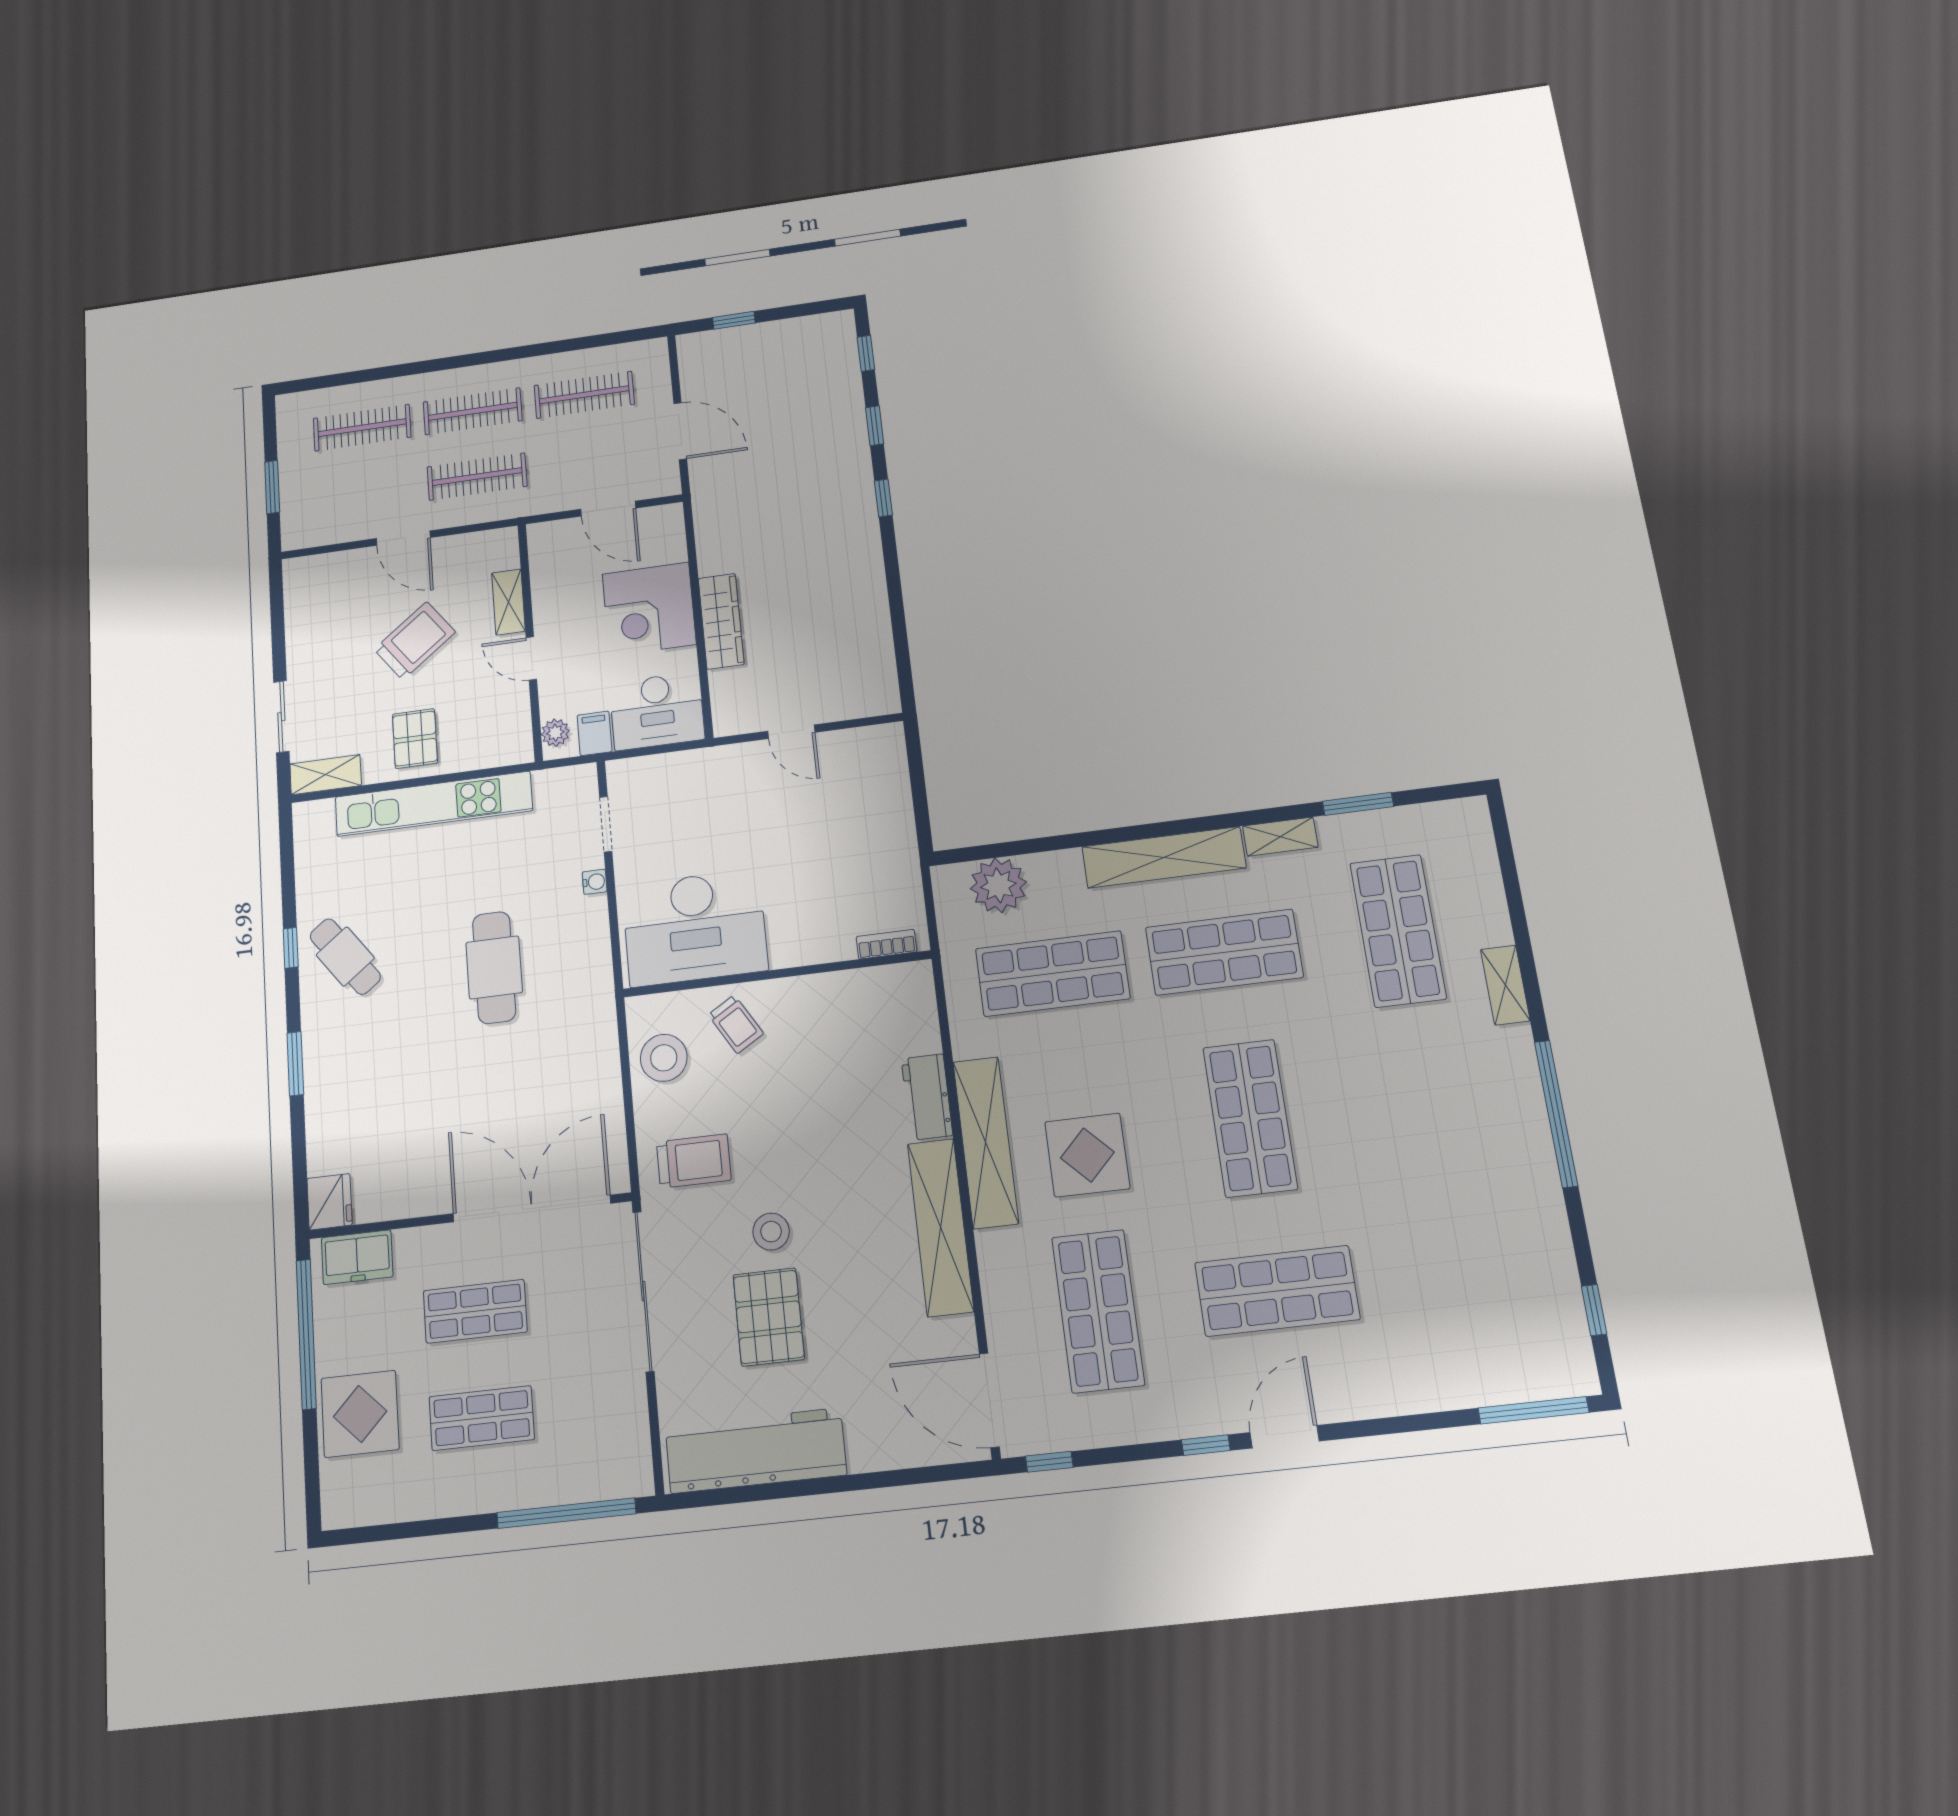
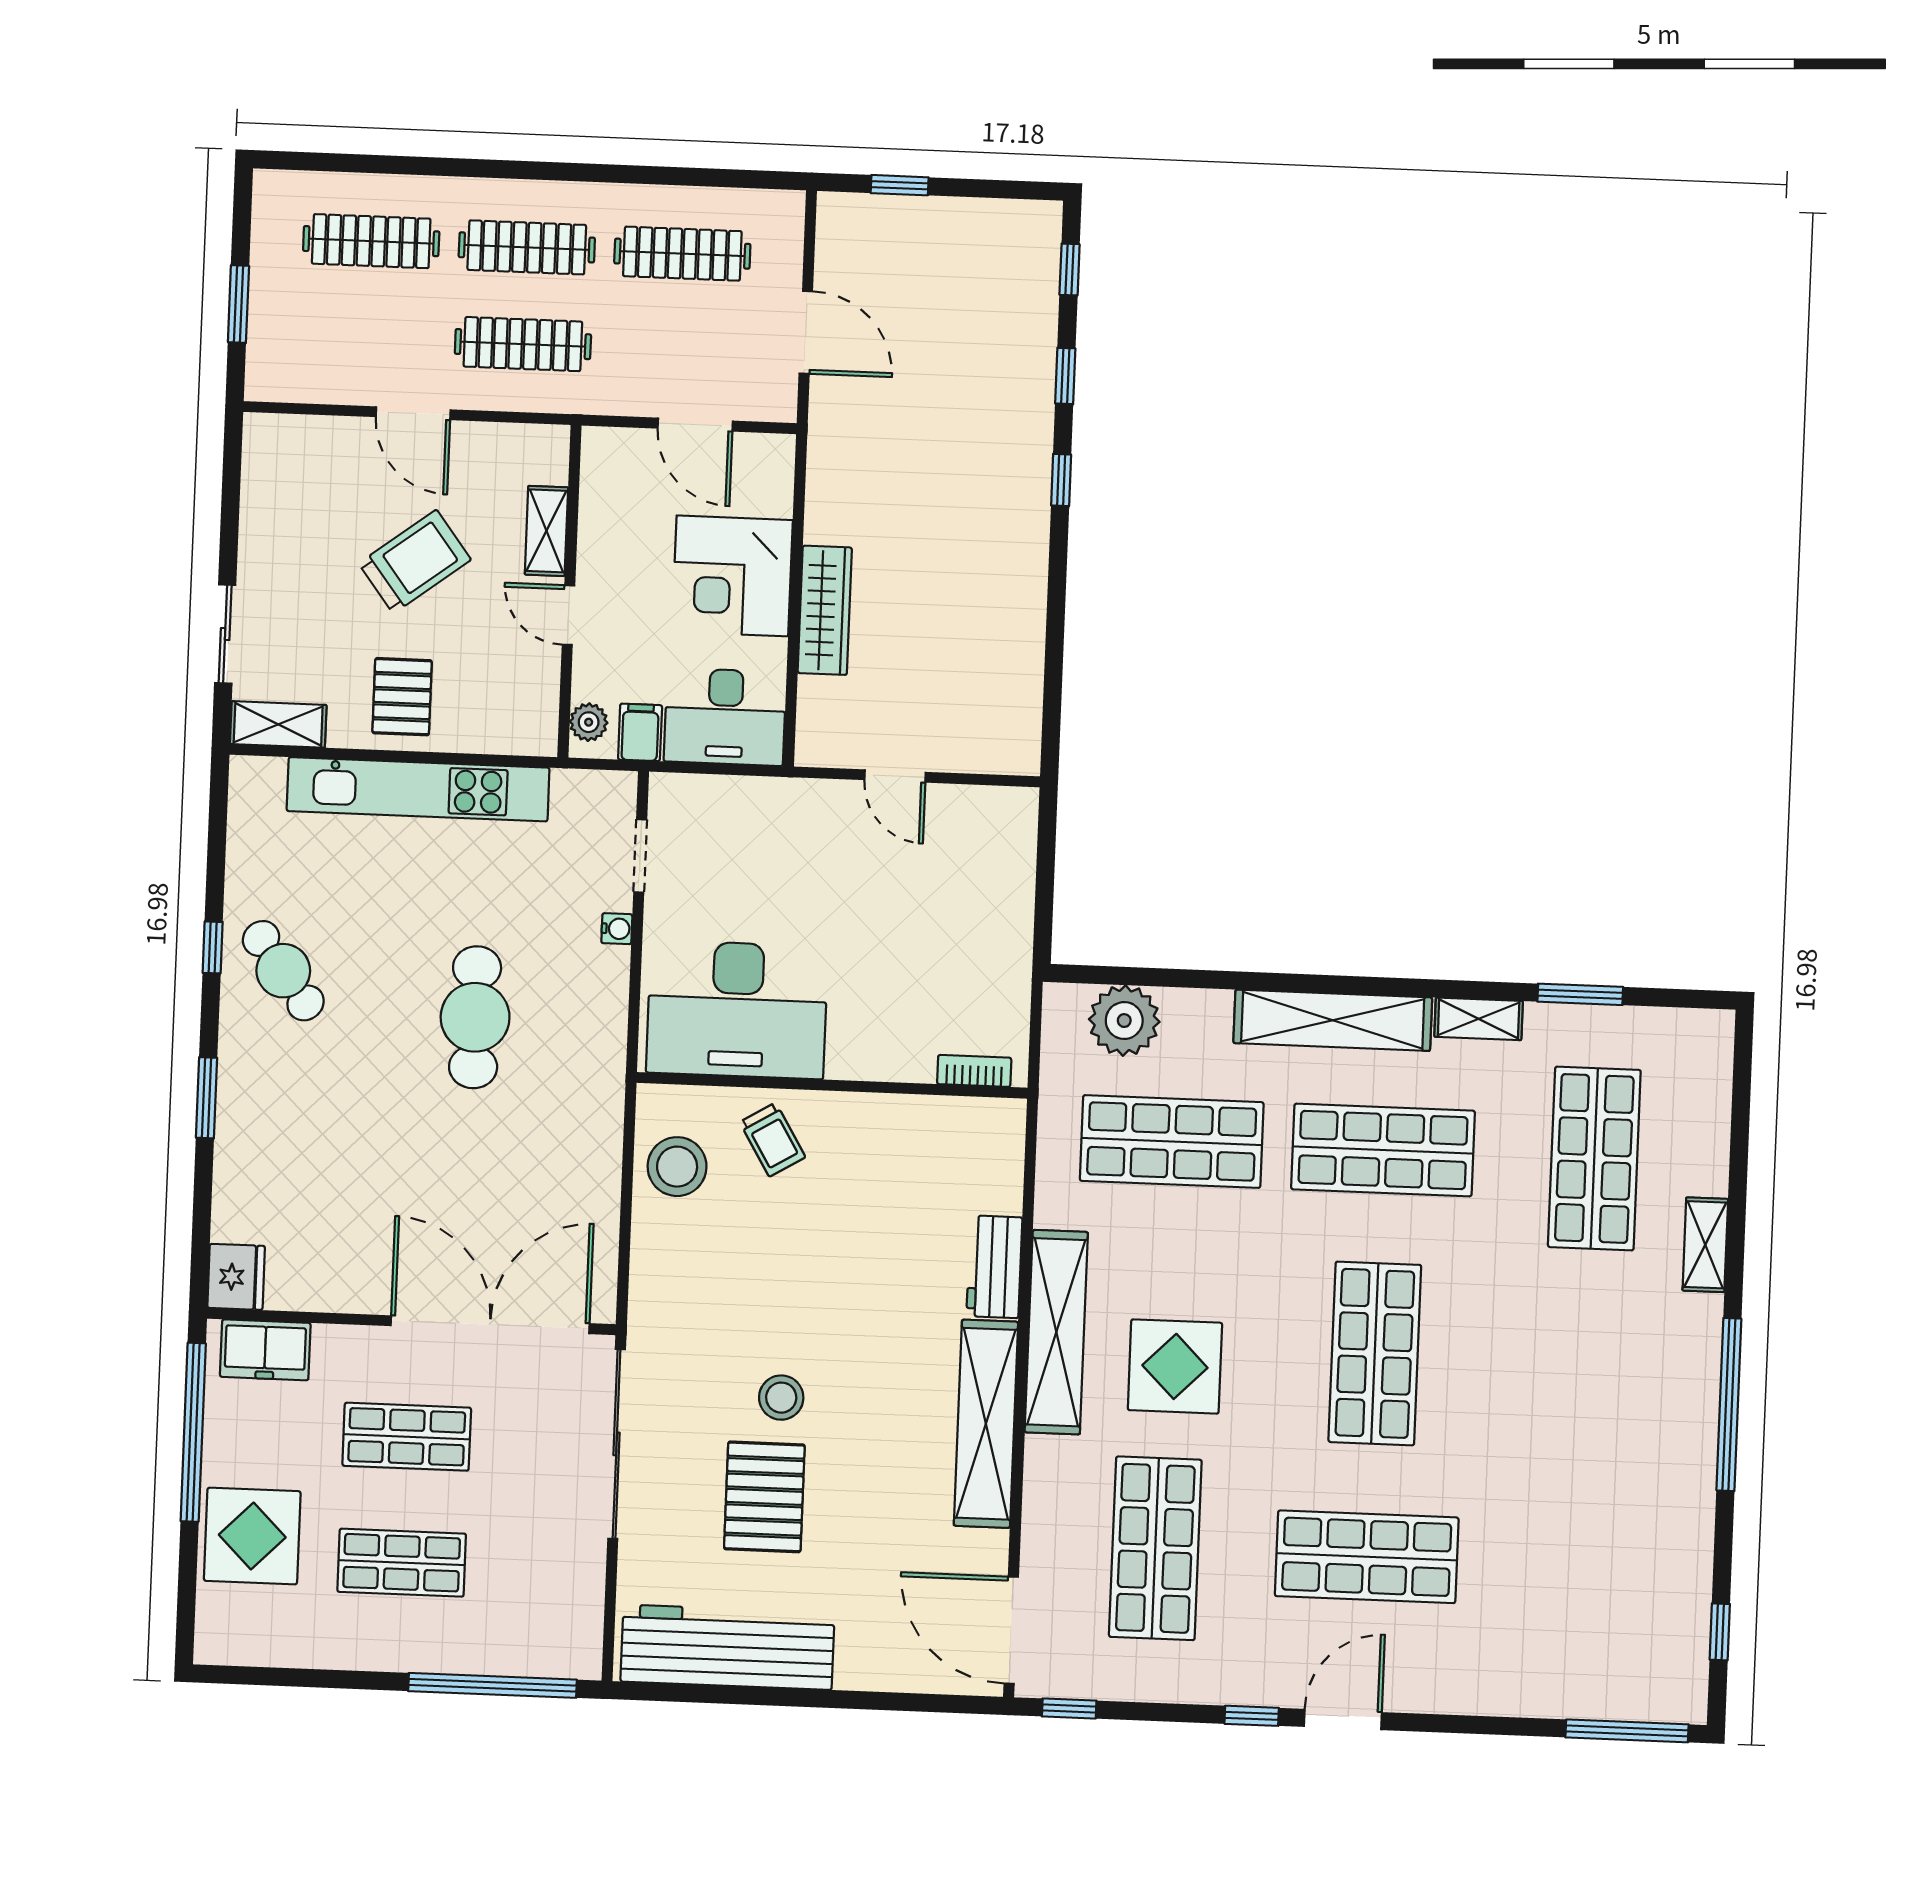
trolley: (694, 1161) -> (698, 1299), removed

